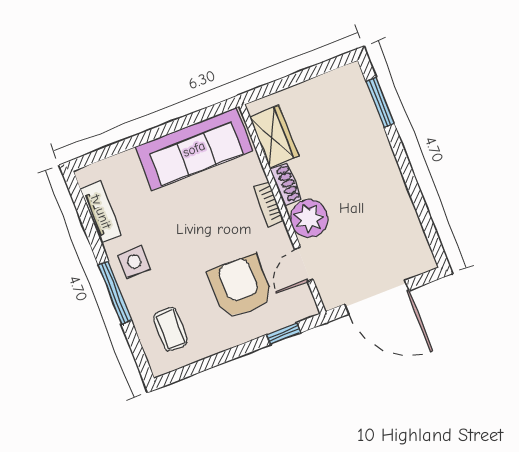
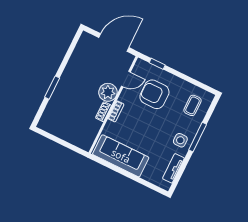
window: (380, 102) -> (52, 88), moved
wardrobe: (274, 136) -> (90, 132), removed
armchair: (241, 287) -> (154, 94), turned 90
door: (377, 297) -> (114, 43), hinge flipped

